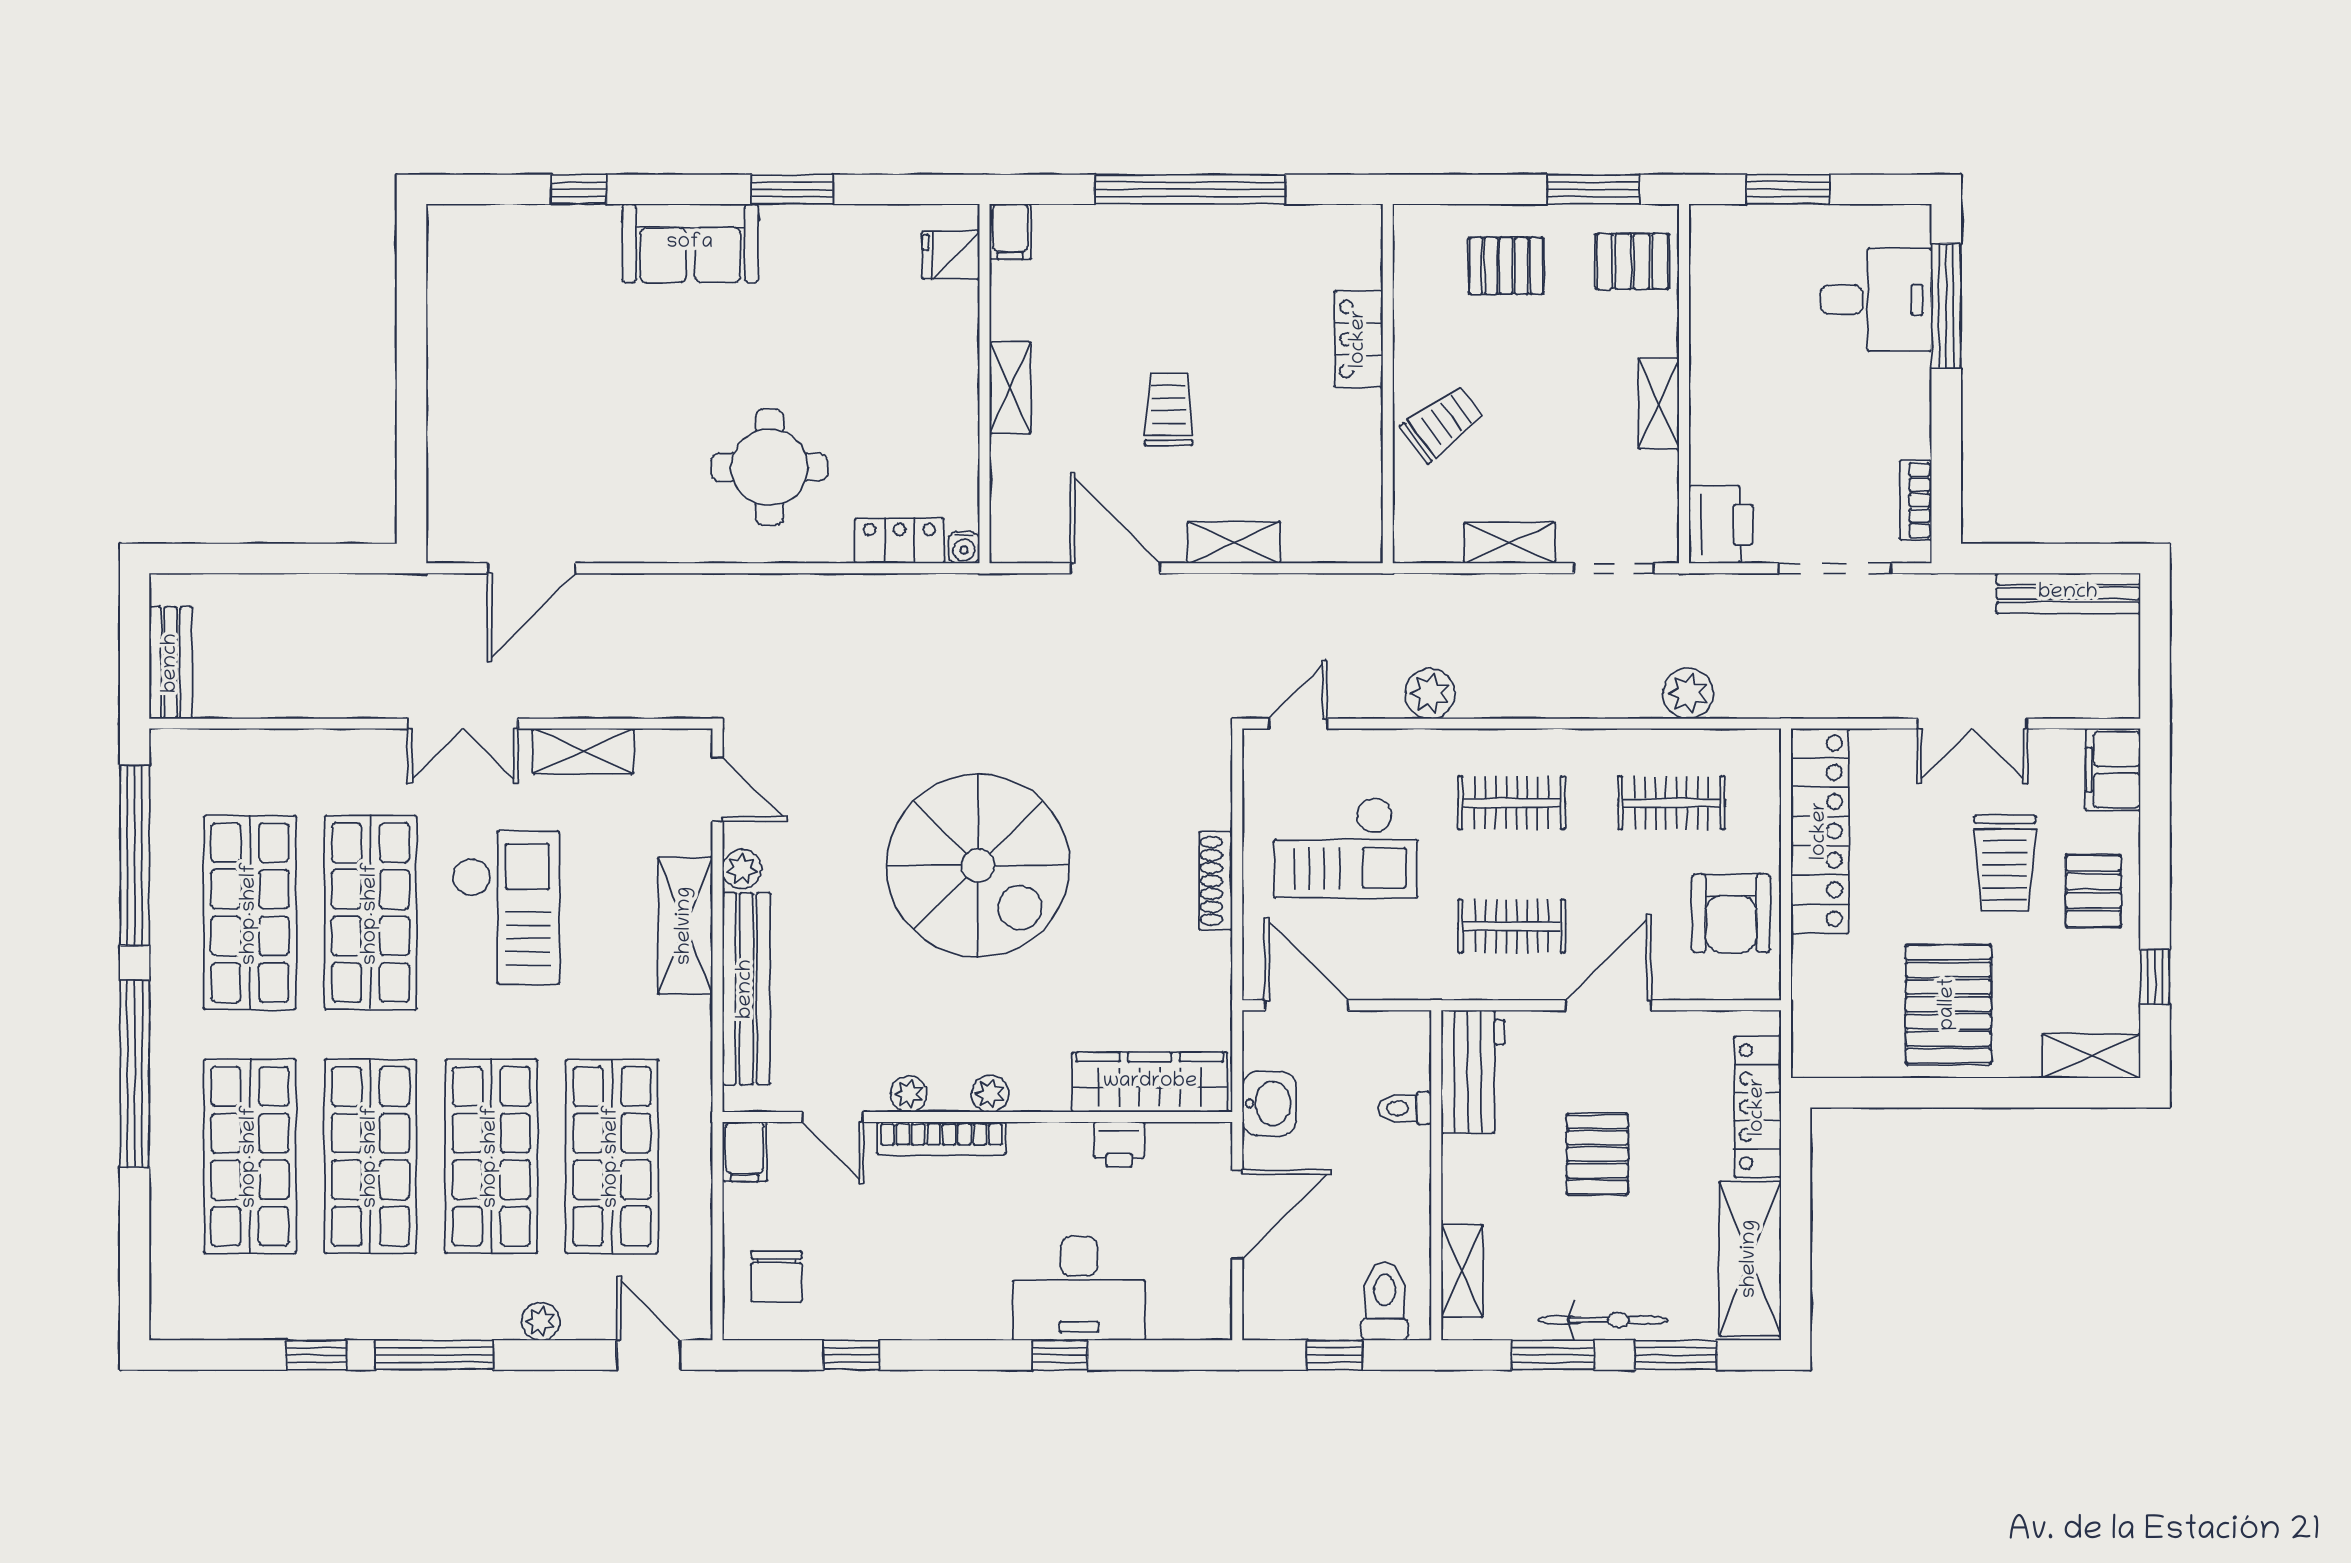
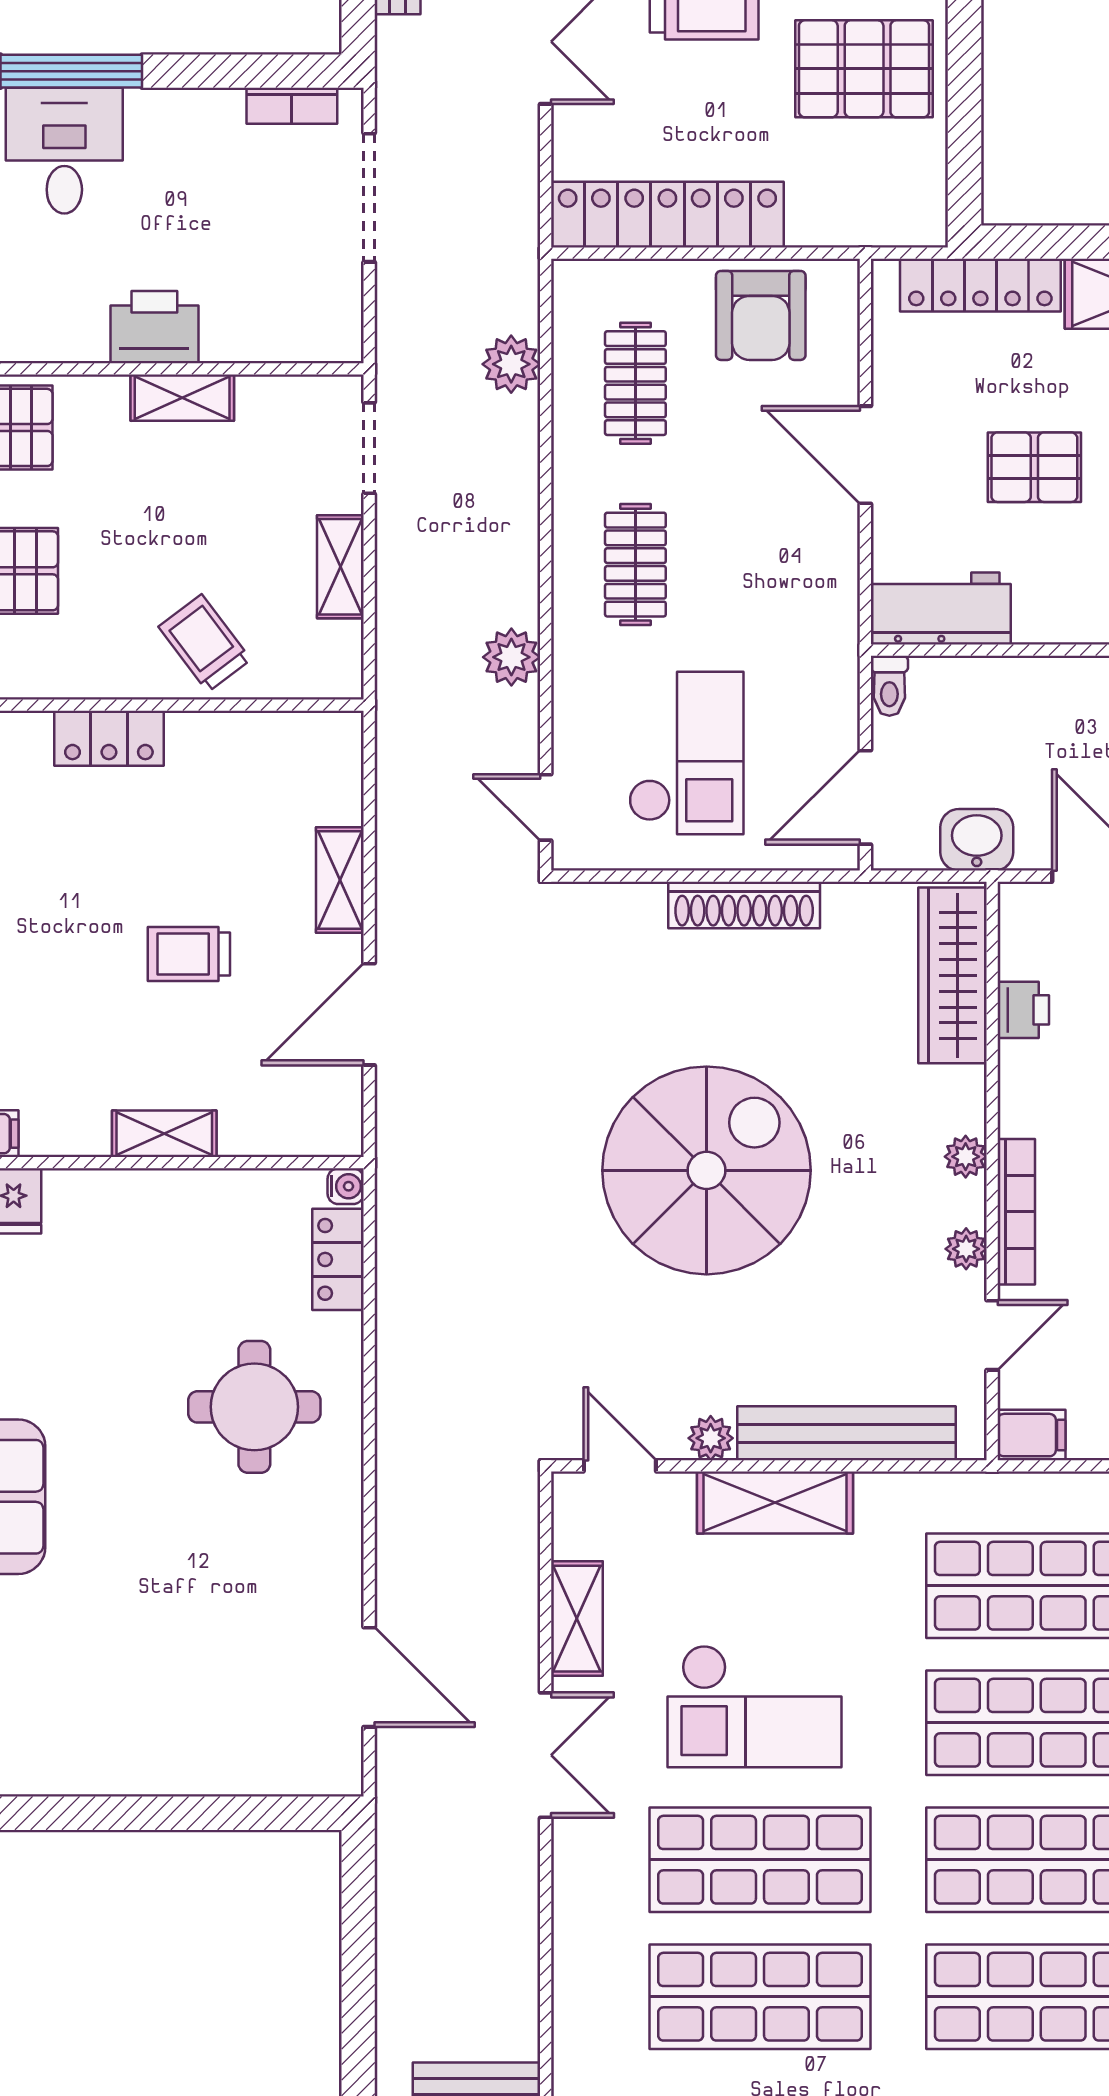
printer: (1721, 525) -> (154, 327), moved
door: (717, 789) -> (620, 1466), hinge flipped
shoe rack: (1216, 881) -> (744, 905), width x1.36, depth x1.24
checkout: (506, 908) -> (754, 1706), turned 180
armchair: (1731, 913) -> (761, 315), turned 90
clothes rail: (1512, 926) -> (775, 565), removed
toilet: (1405, 1108) -> (889, 686), moved

